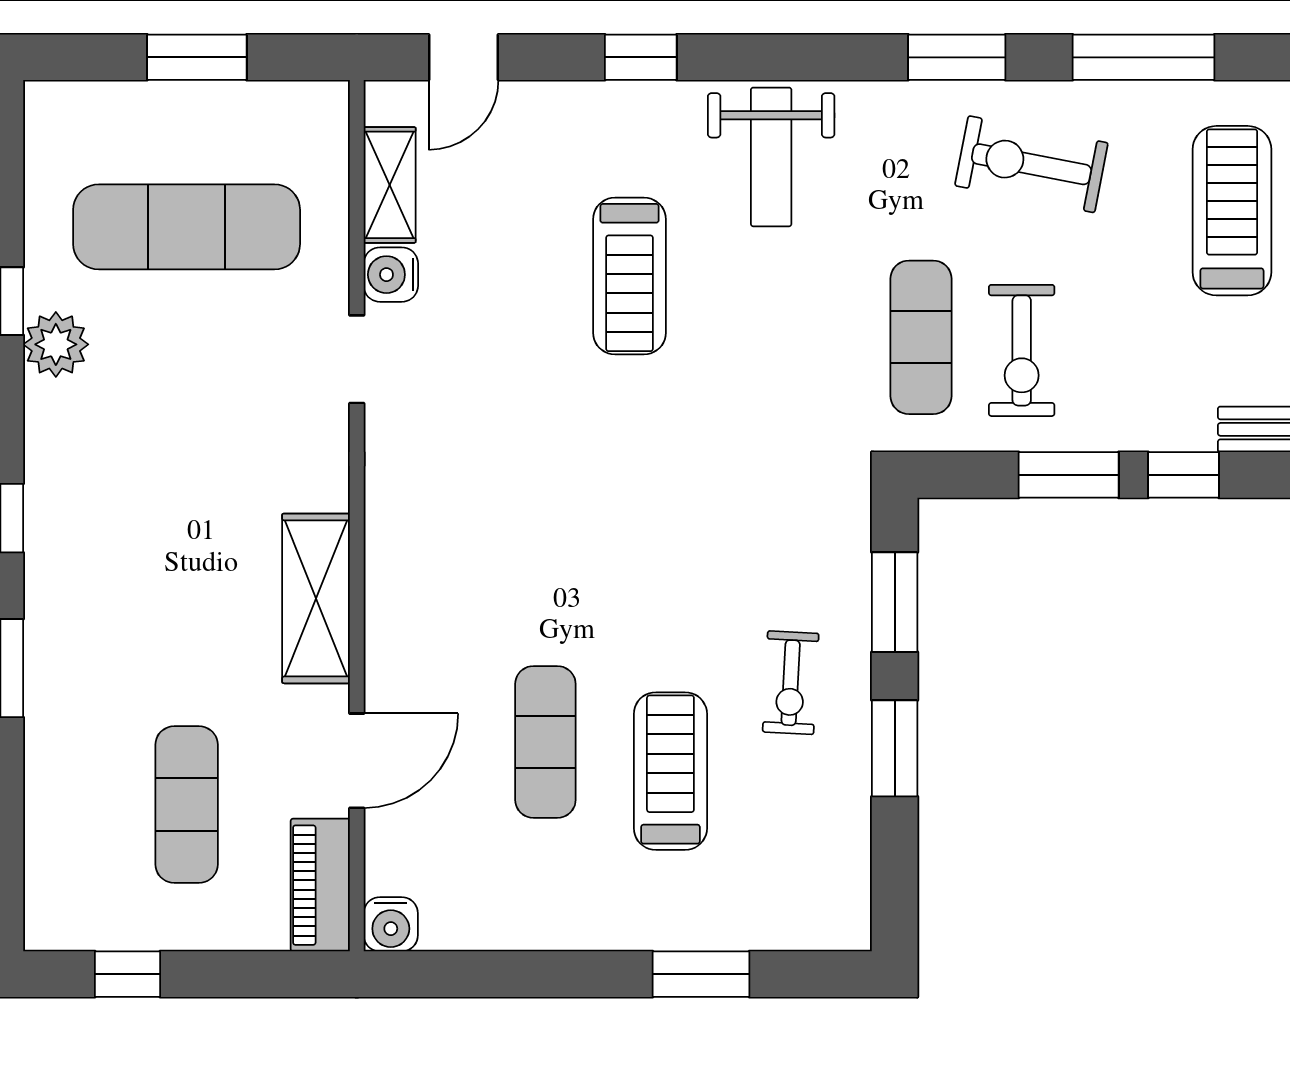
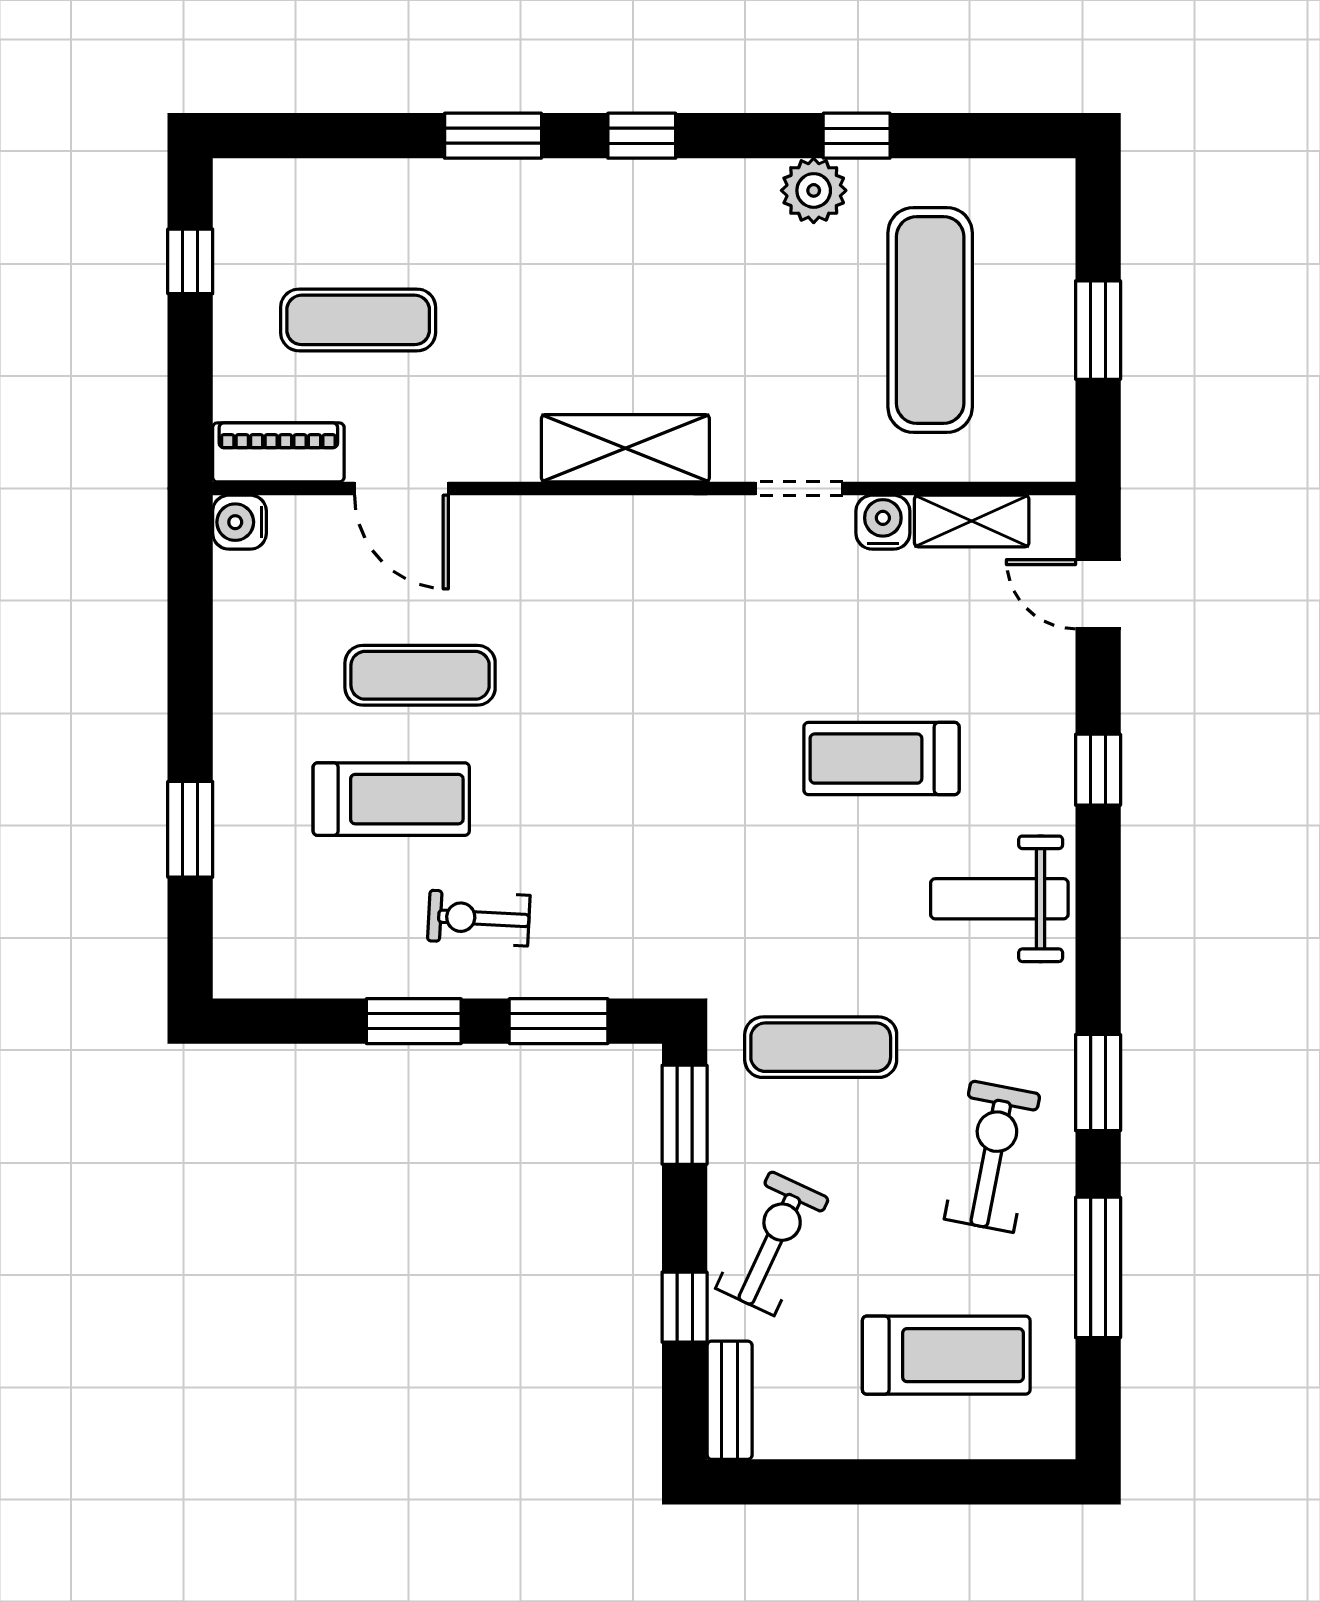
exercise bike: (1022, 350) -> (772, 1243), moved, turned 115
window: (1069, 475) -> (685, 1115), moved
shelving: (316, 598) -> (625, 448), moved

